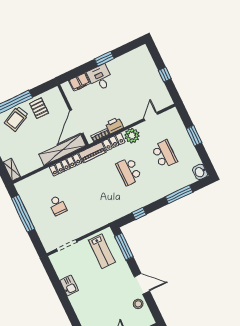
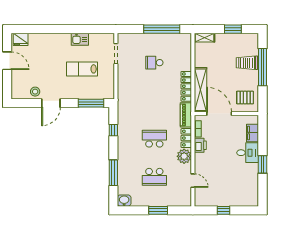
pallet: (39, 108) -> (245, 98), moved
trolley: (16, 119) -> (247, 63), turned -64
lab bench: (102, 251) -> (82, 69), moved

